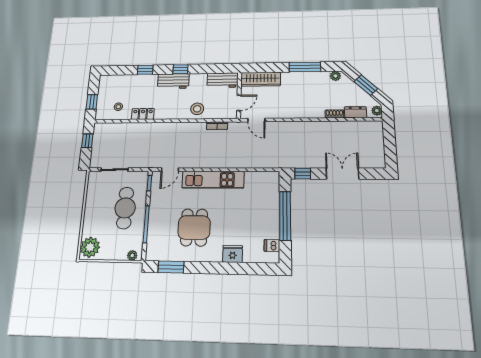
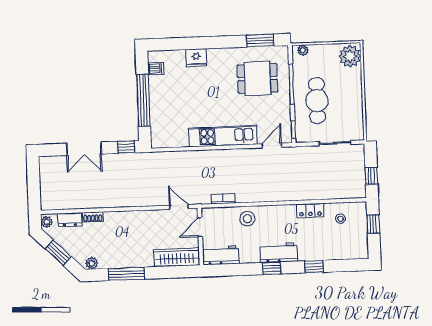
dining table: (194, 227) -> (258, 78), moved, turned 90

